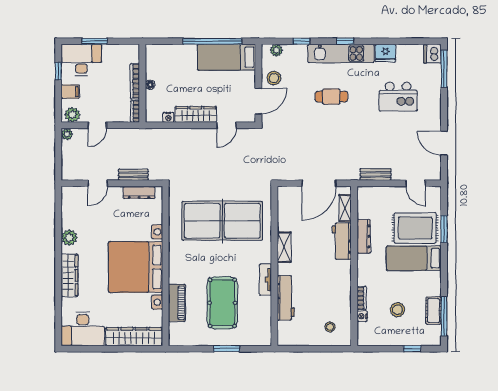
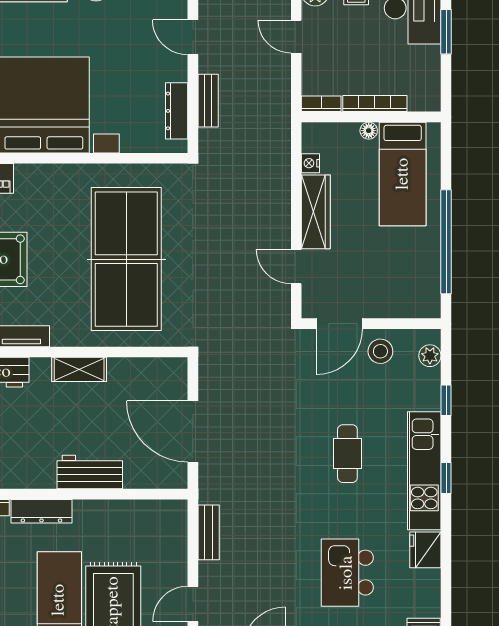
bed: (226, 57) -> (403, 174), moved, turned 180
door: (258, 101) -> (339, 324), hinge flipped
shelving: (345, 208) -> (149, 478), removed
dresser: (364, 236) -> (41, 511), moved

